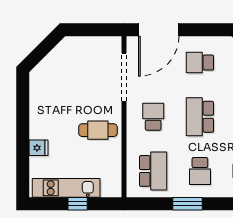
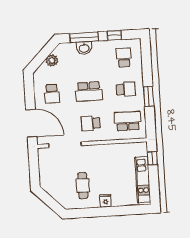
cafe table: (98, 130) -> (83, 186), moved
fridge: (38, 148) -> (105, 201), moved
window: (78, 204) -> (152, 158), moved

